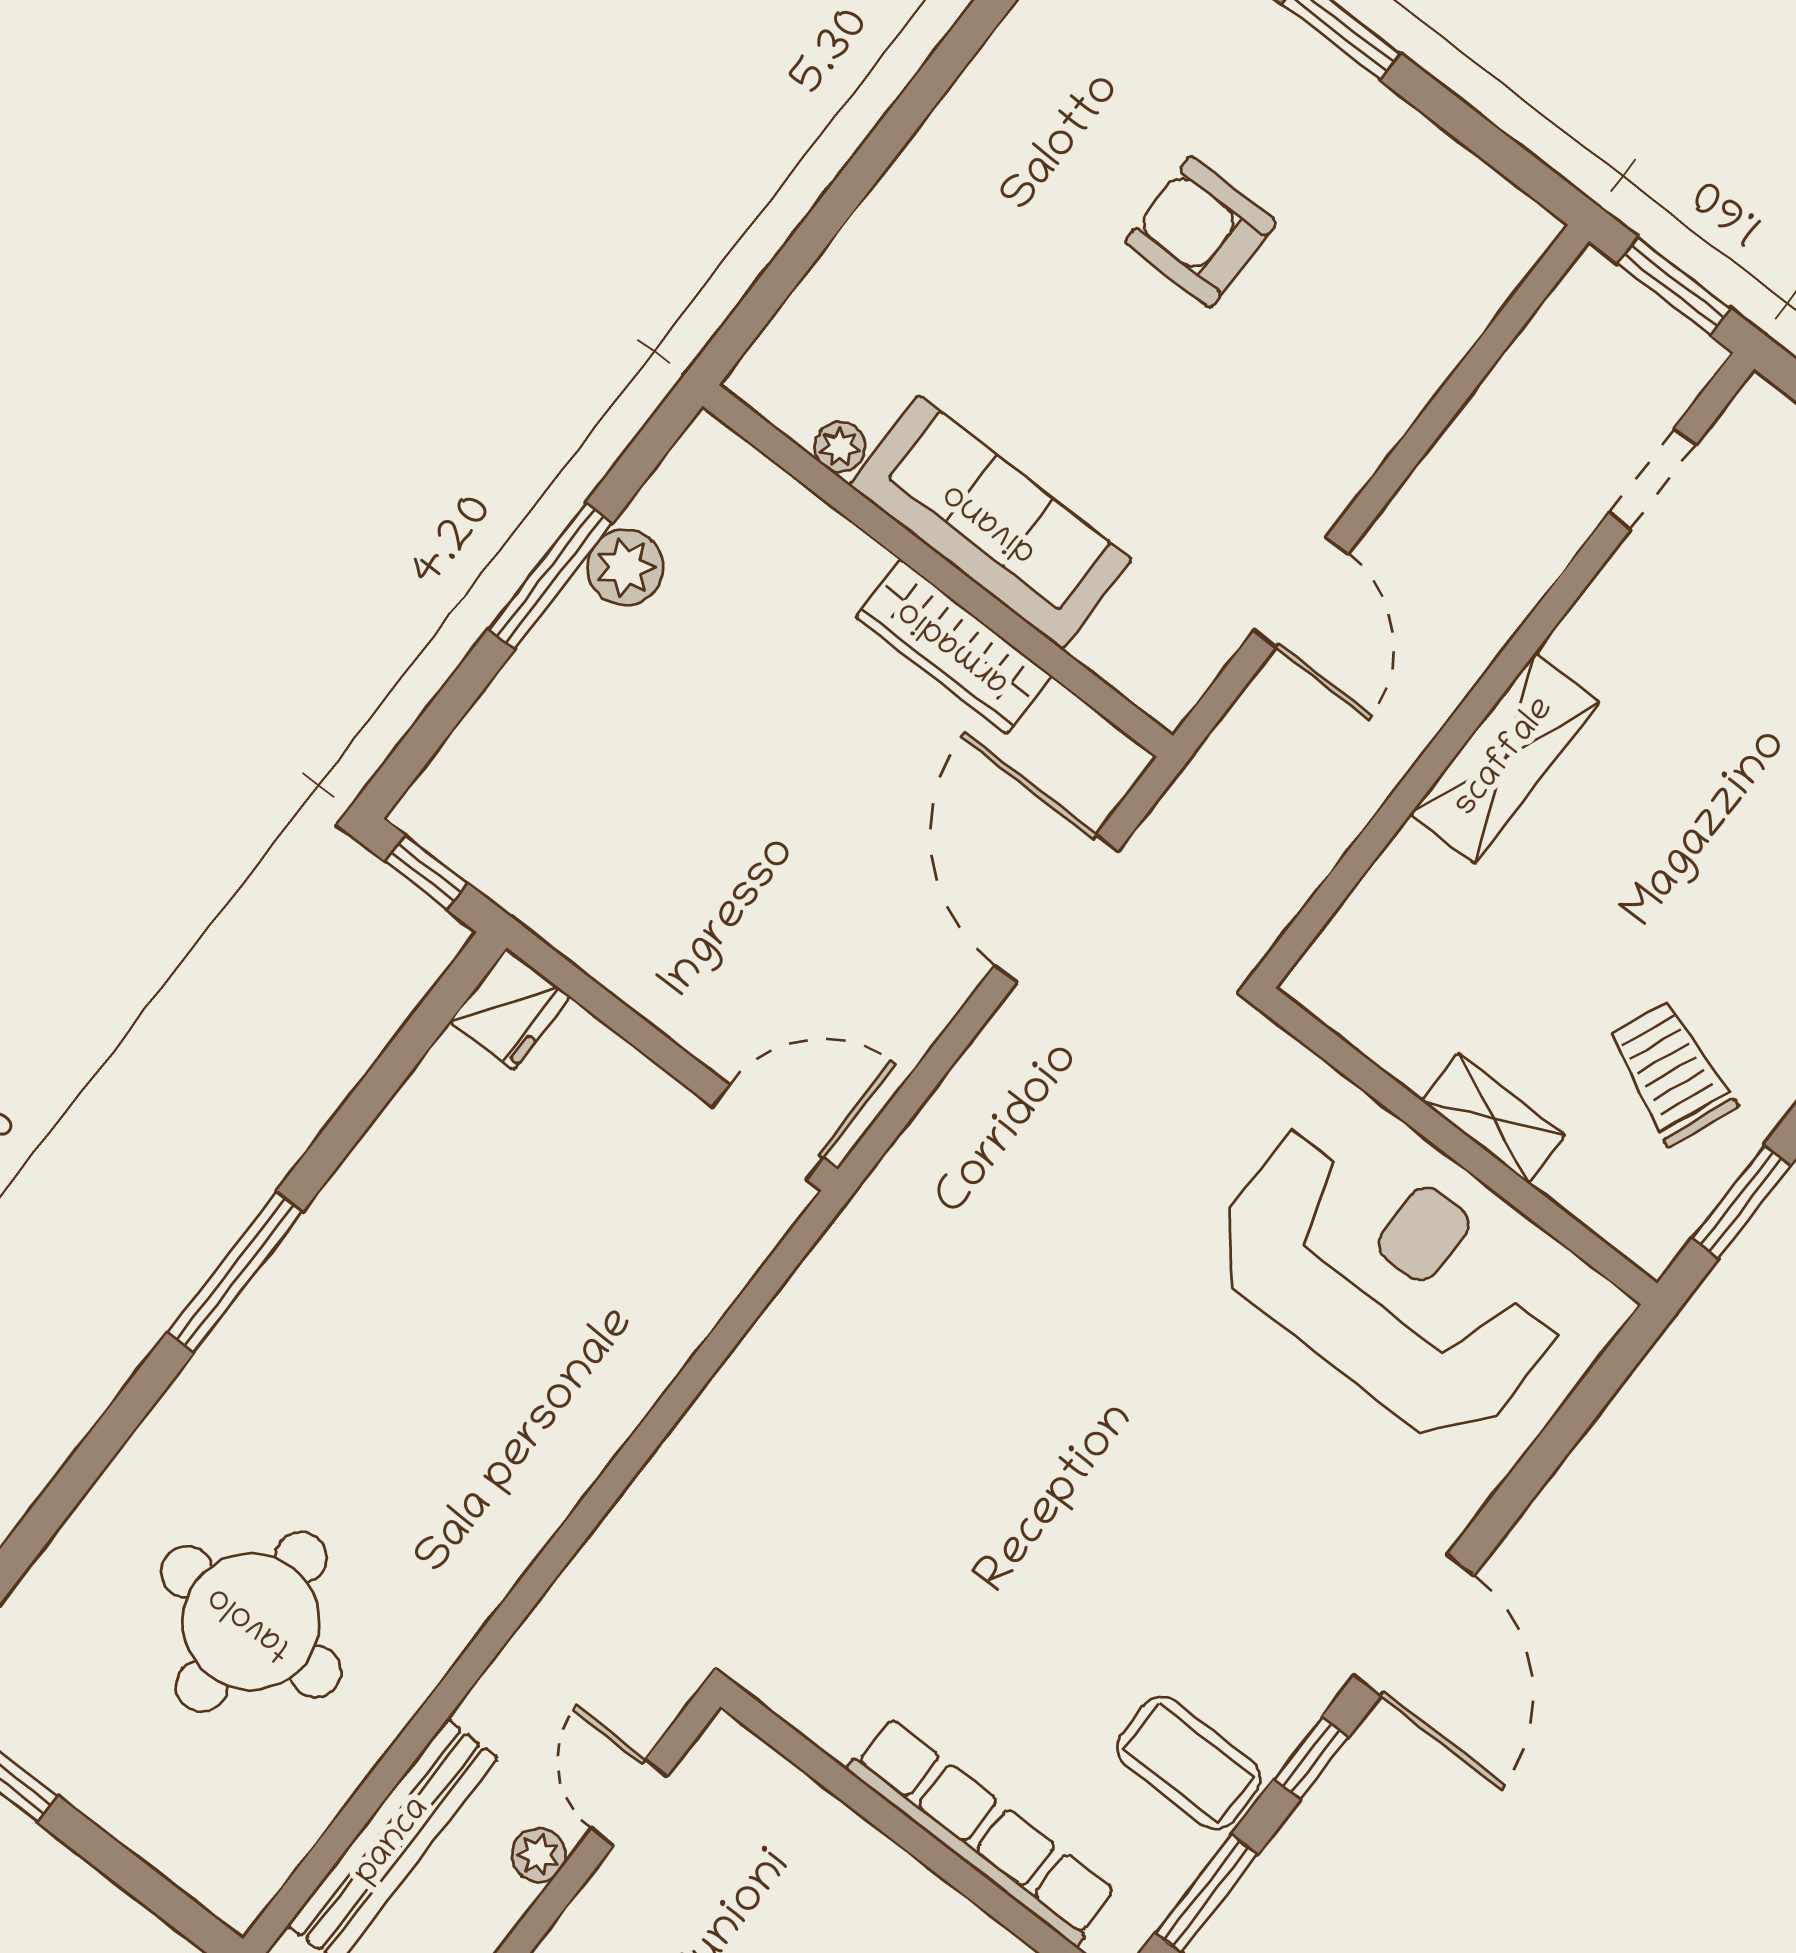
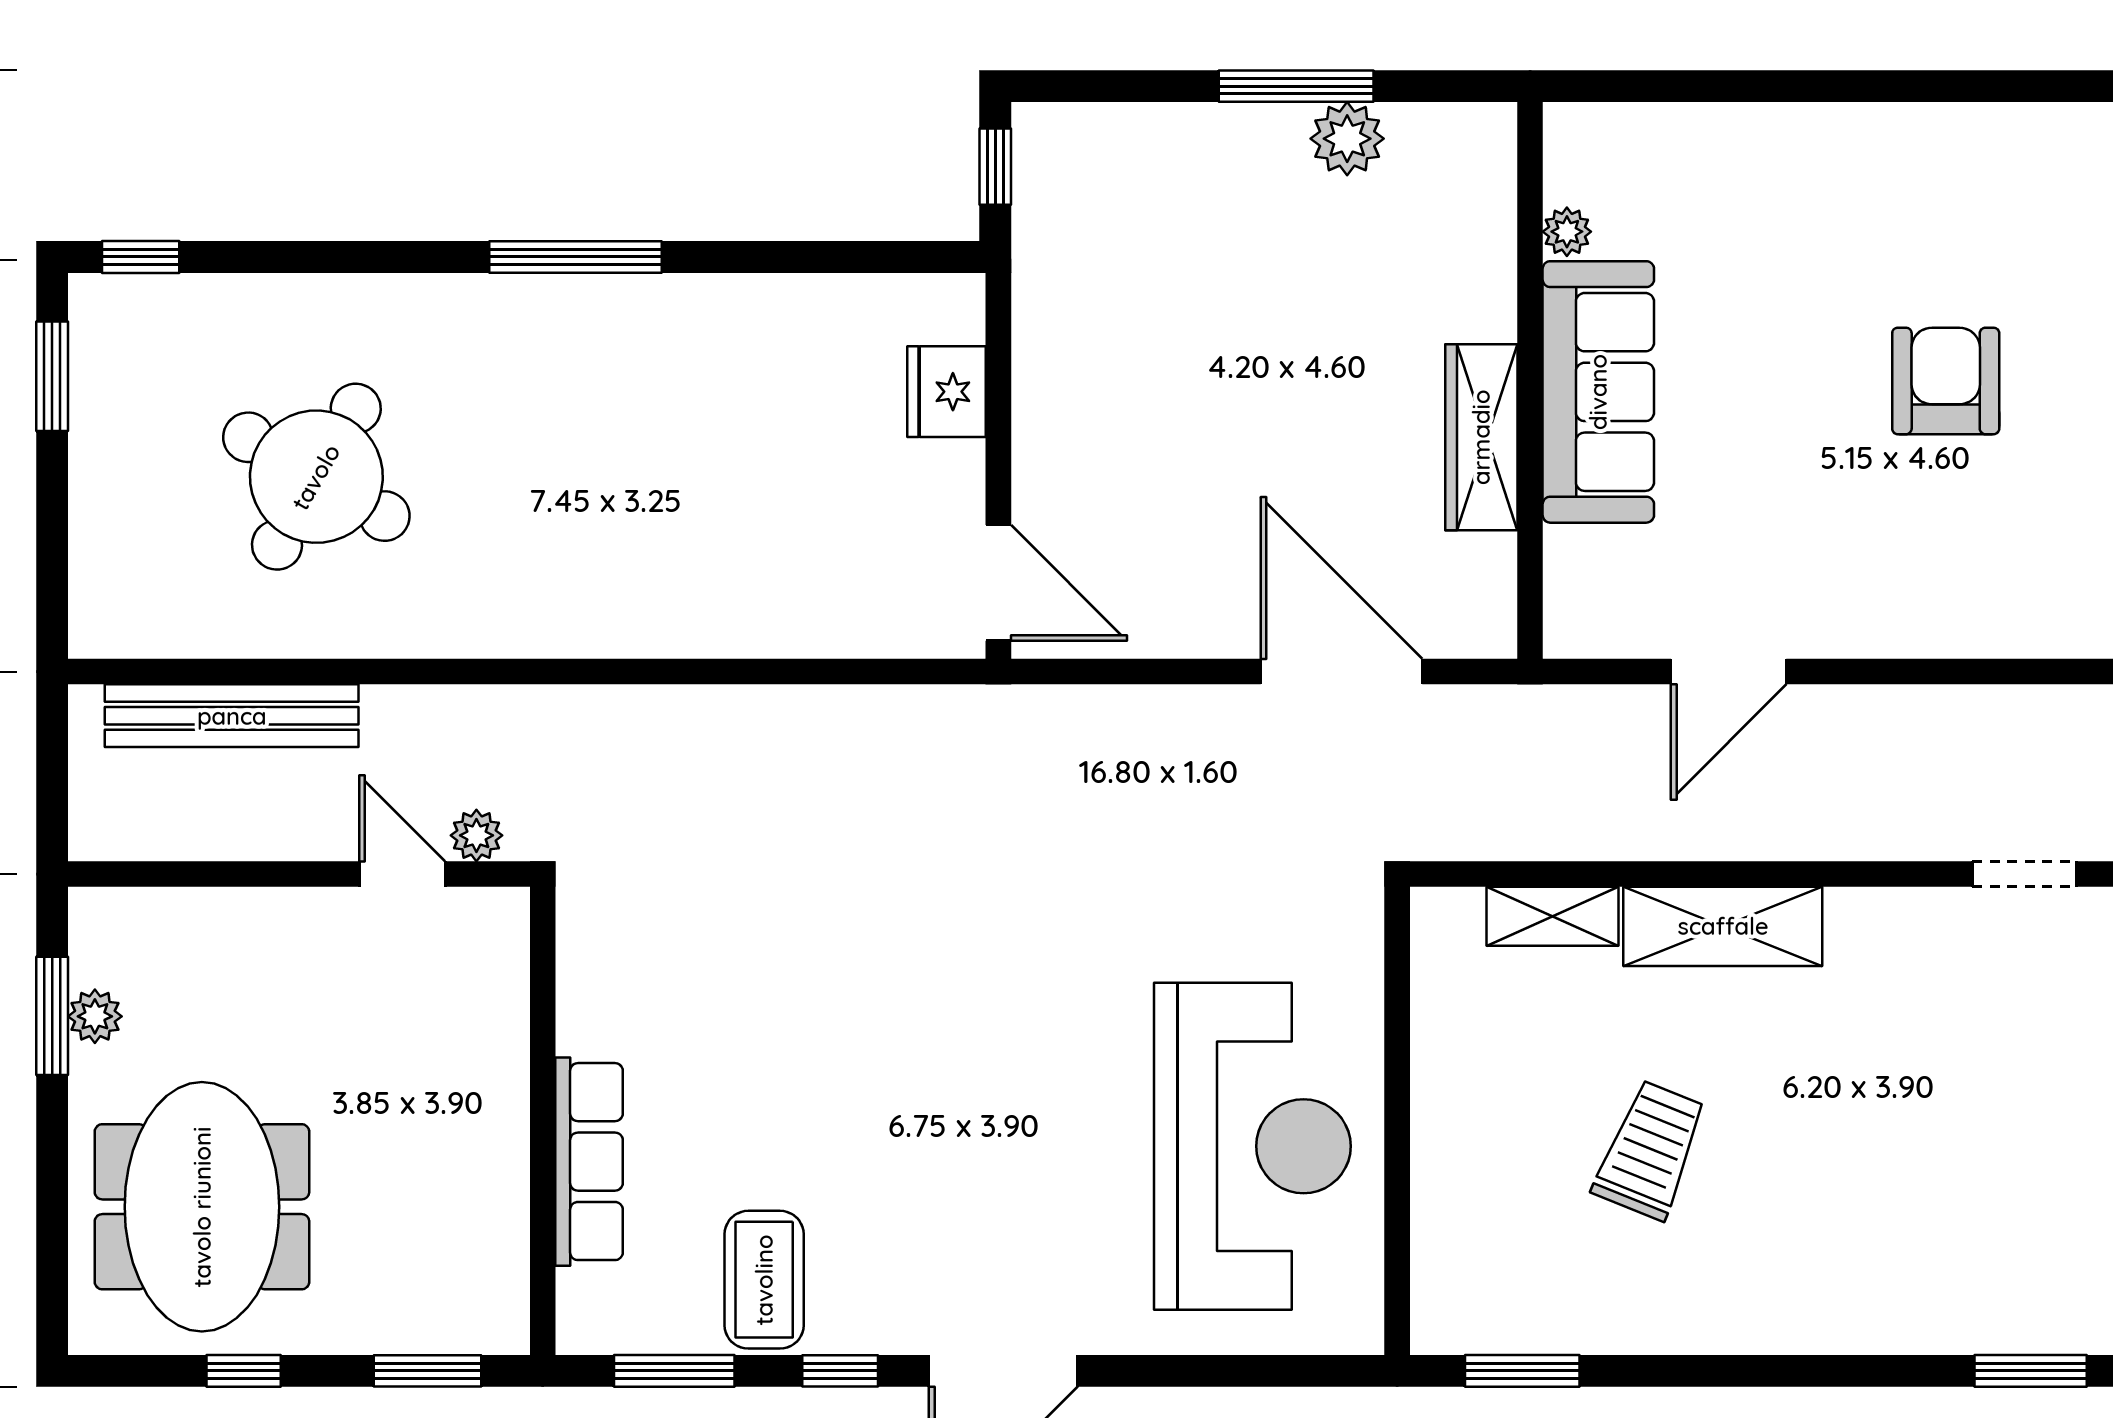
door: (1057, 908) -> (1341, 672), hinge flipped
fridge: (510, 1009) -> (947, 392), moved, turned 90
trolley: (1671, 1073) -> (1650, 1150), moved
shelving: (1493, 1118) -> (1553, 916), moved, turned 90
round table: (251, 1622) -> (316, 477), turned 30
door: (629, 1802) -> (402, 874), hinge flipped
row of seats: (982, 1831) -> (589, 1162), width x0.73
plant: (539, 1855) -> (476, 835), moved

